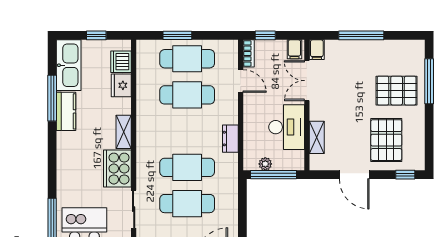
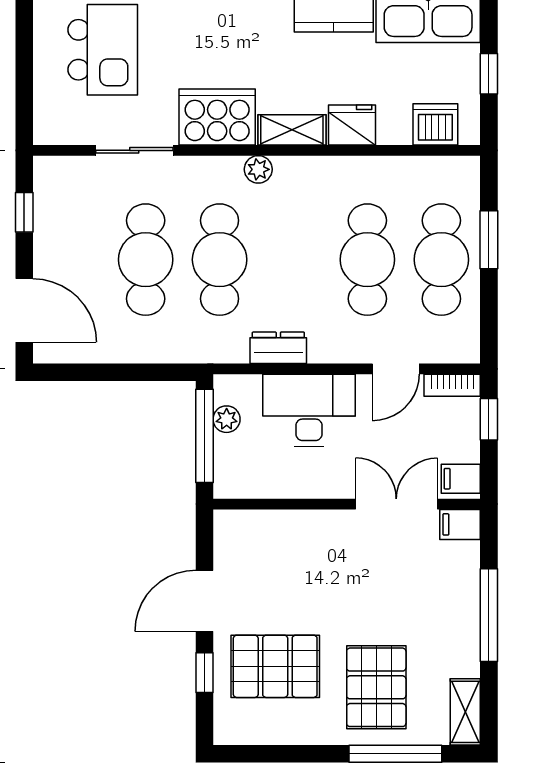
fridge: (121, 85) -> (352, 125), moved
desk: (287, 127) -> (309, 410), moved, turned 180
shelving: (317, 137) -> (465, 712), moved, turned 90
plant: (143, 148) -> (258, 169), added
window: (405, 175) -> (204, 673), moved

